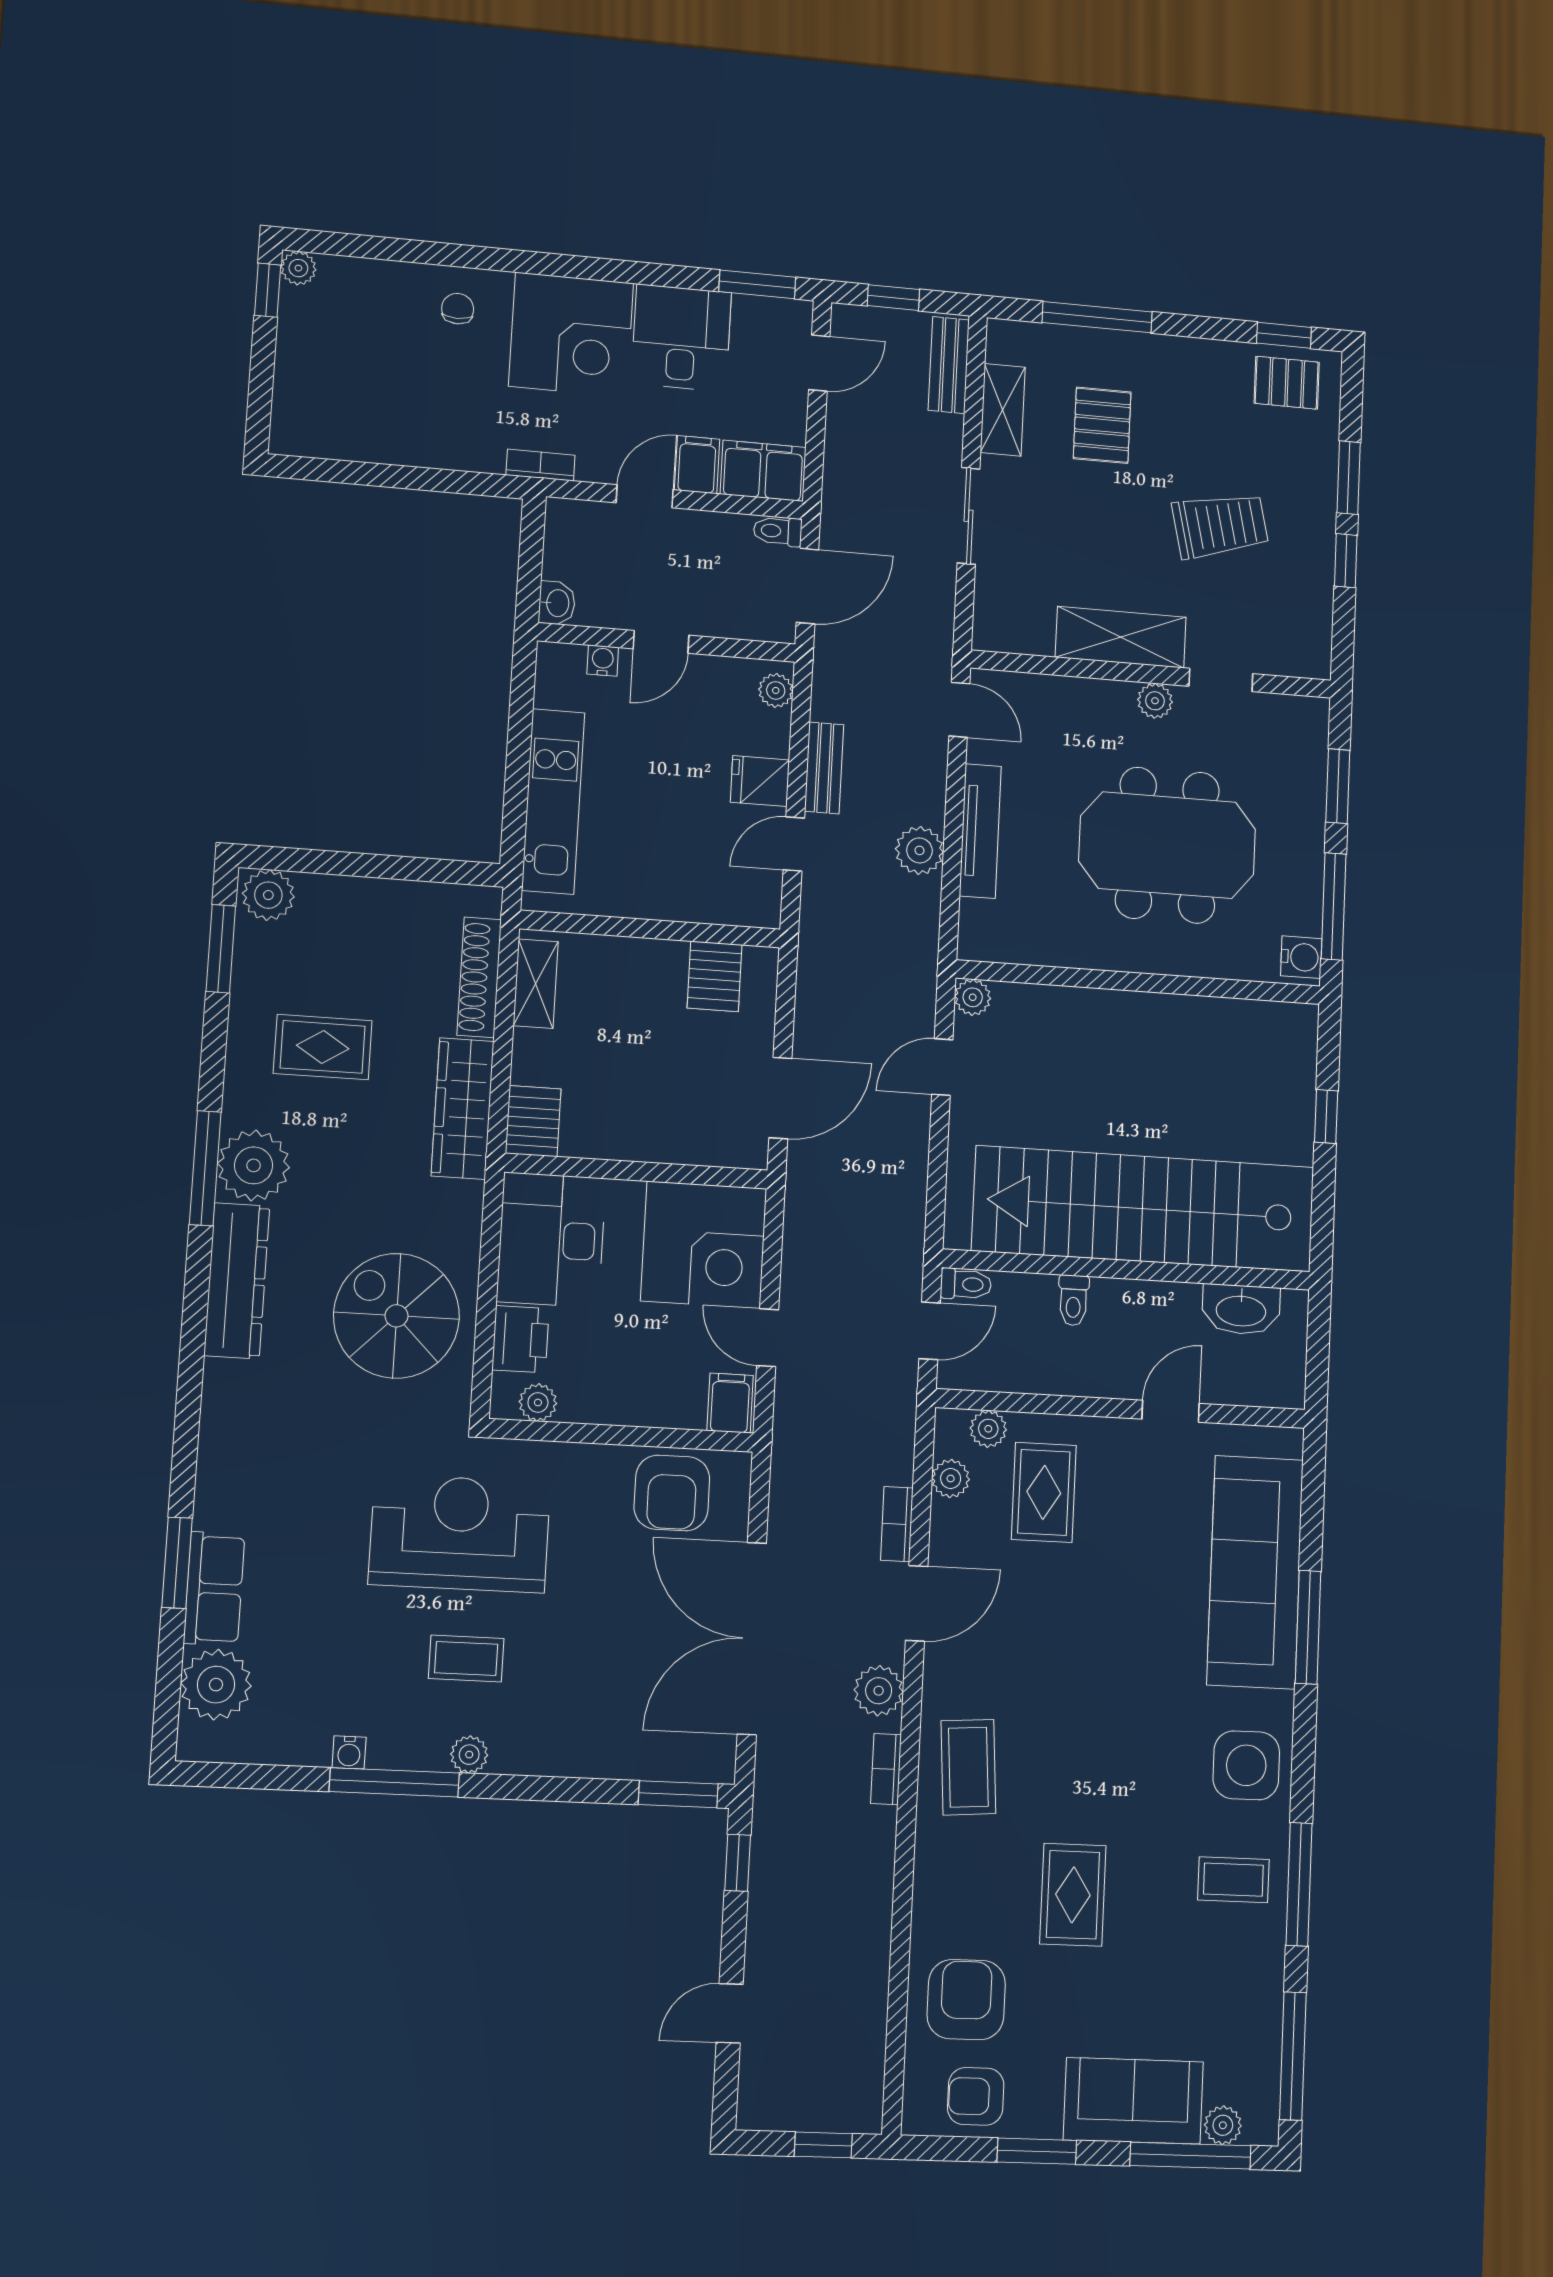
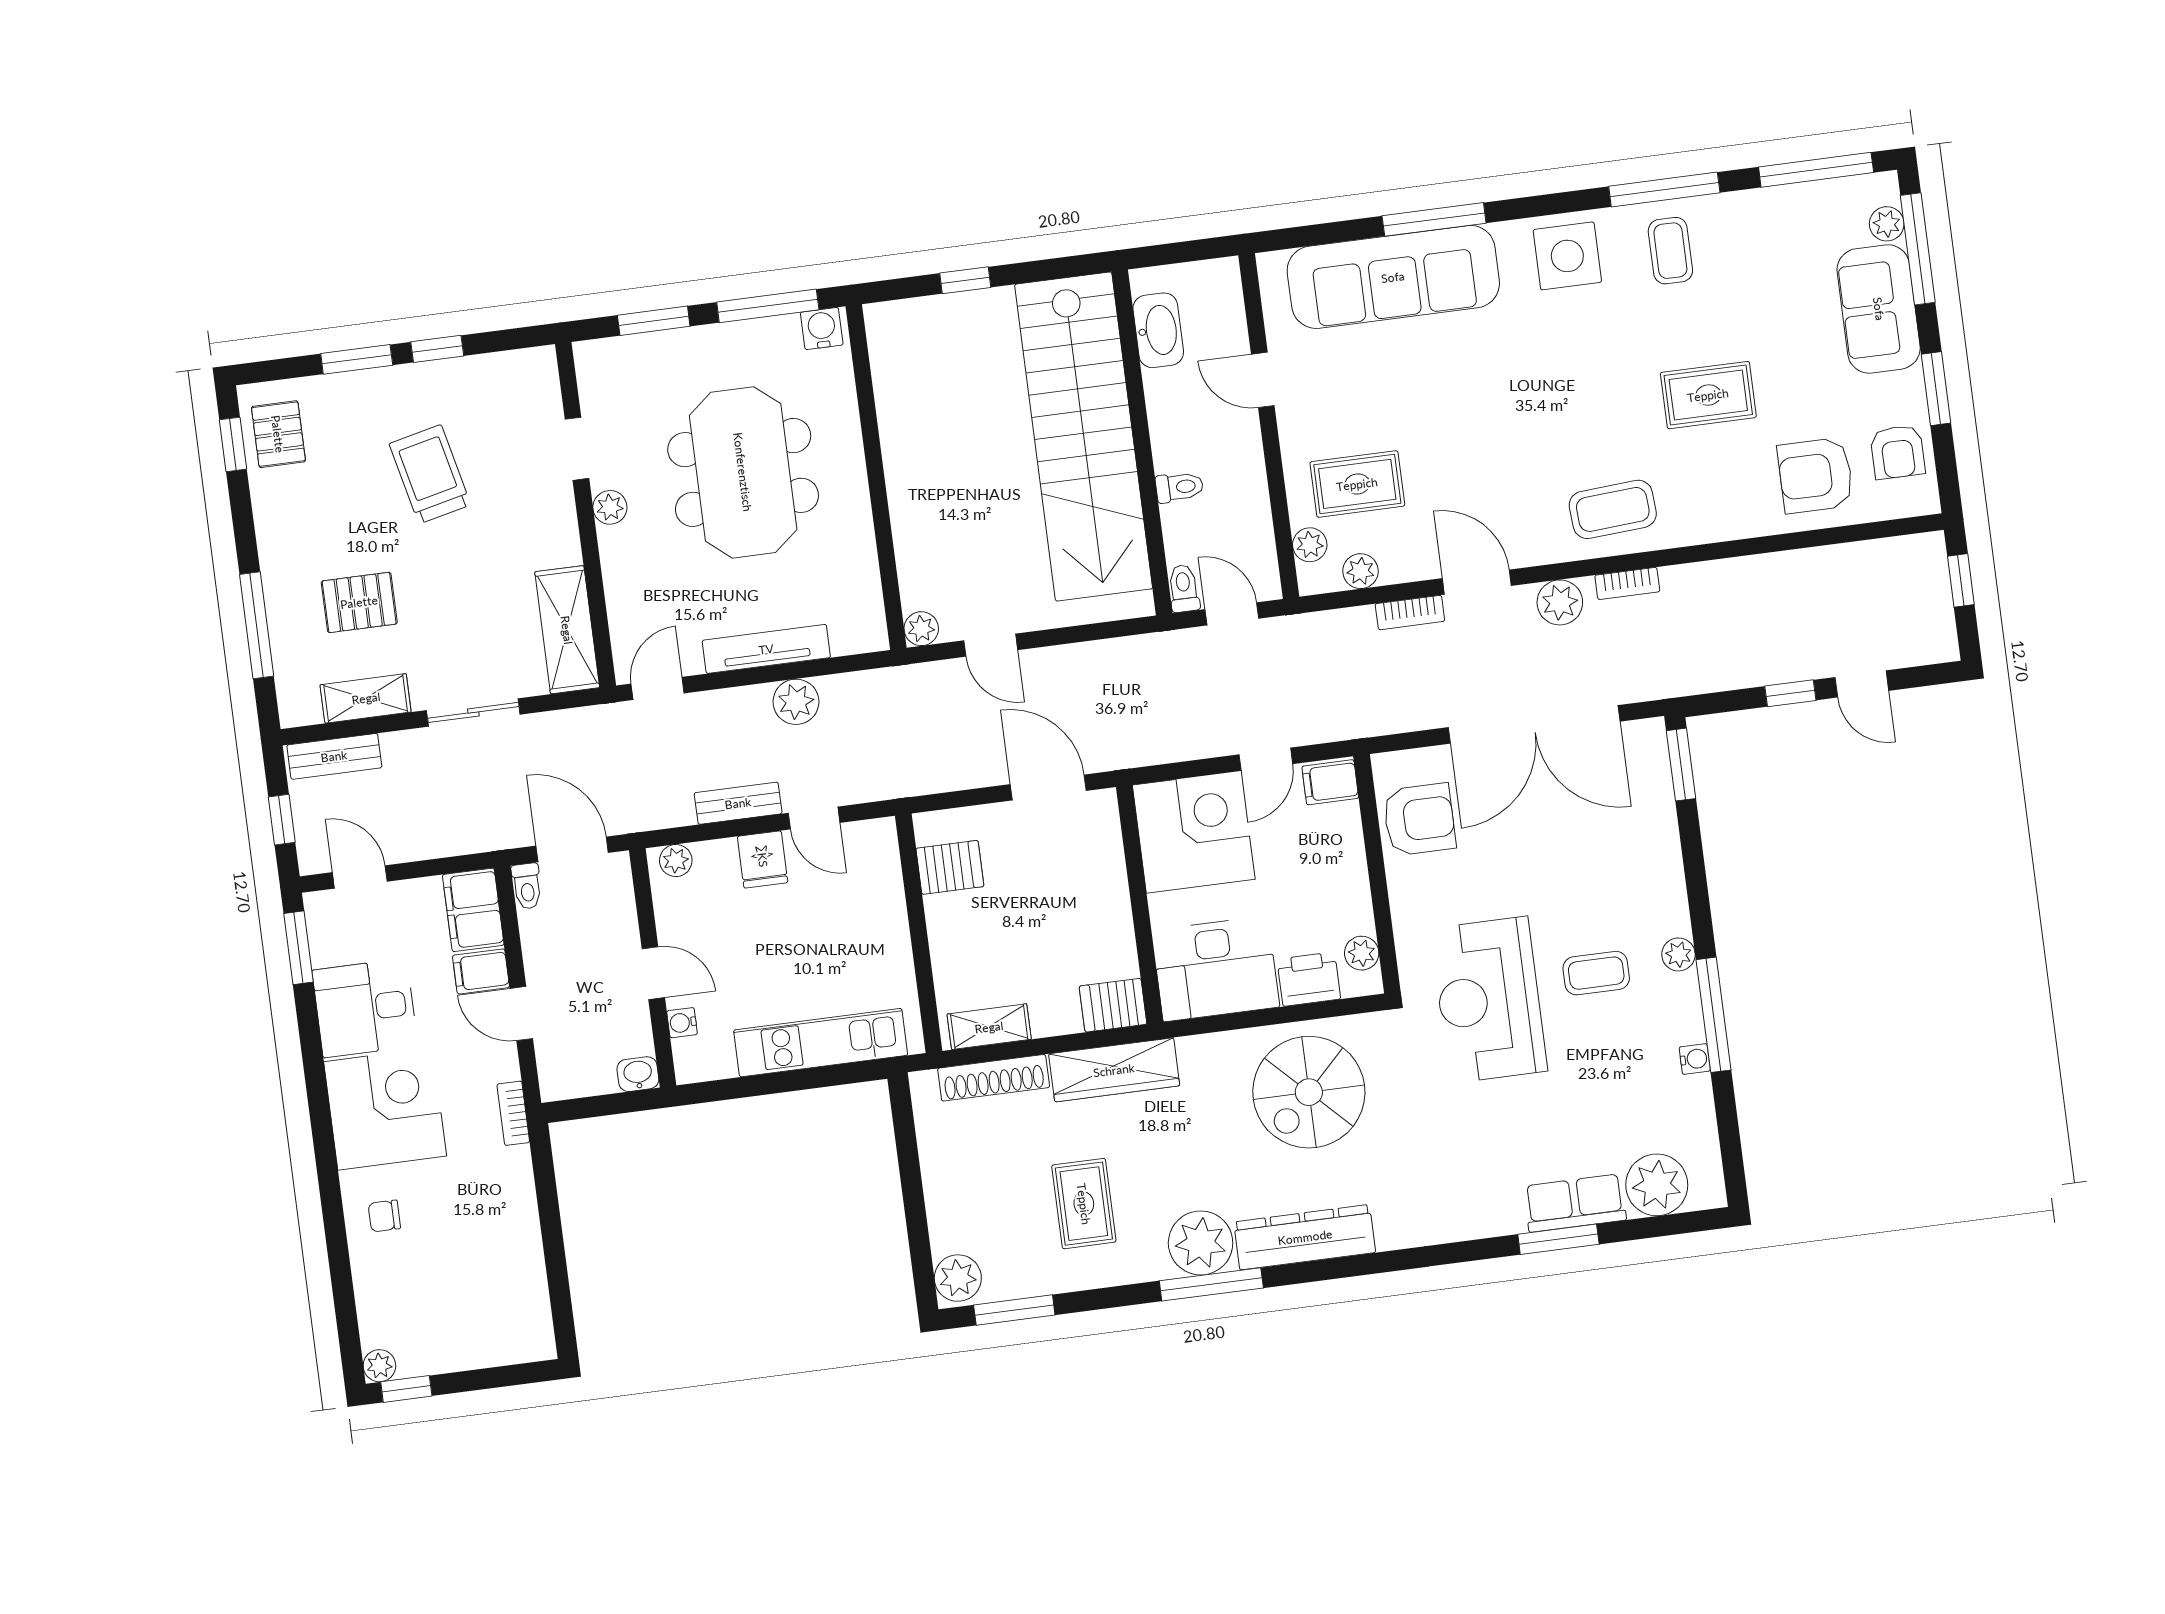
shelving: (1121, 637) -> (567, 630), moved
coffee table: (466, 1659) -> (1596, 973), turned 90
window: (738, 1863) -> (1790, 693), moved

